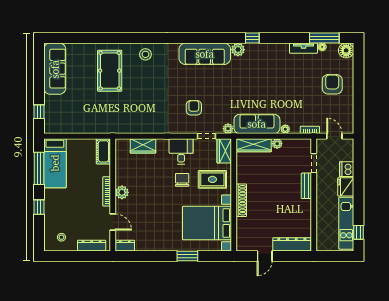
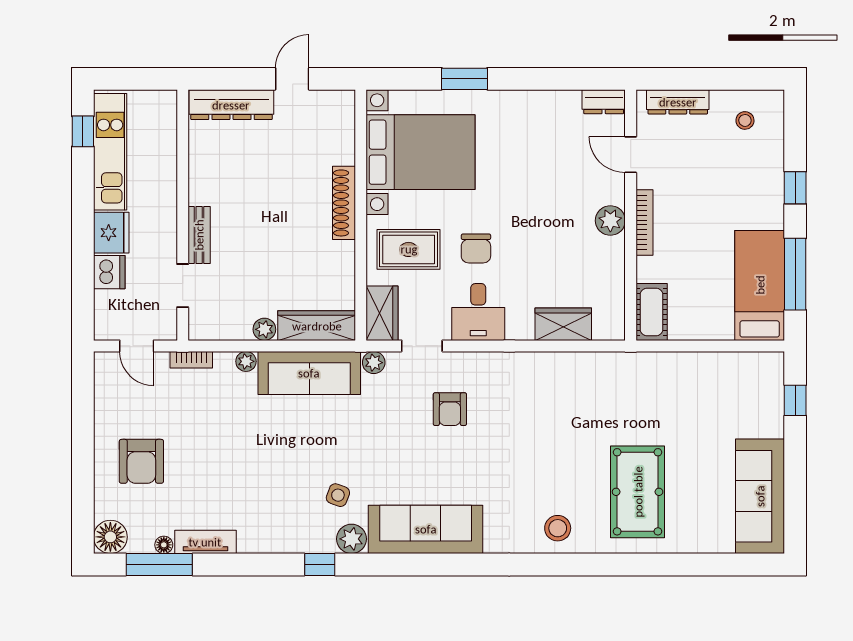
side table: (244, 69) -> (338, 495), added

